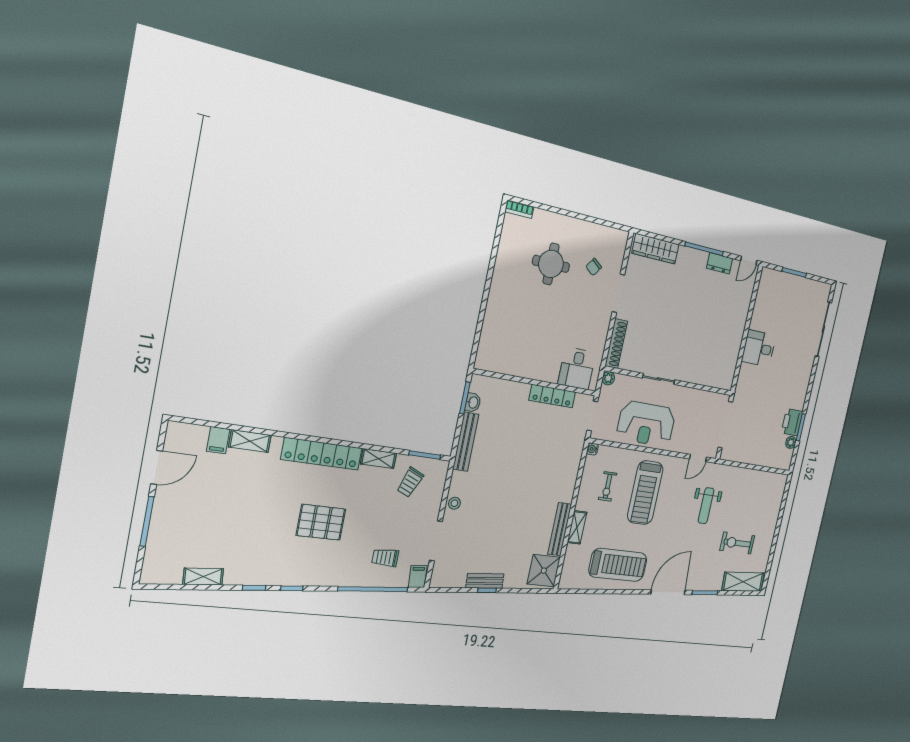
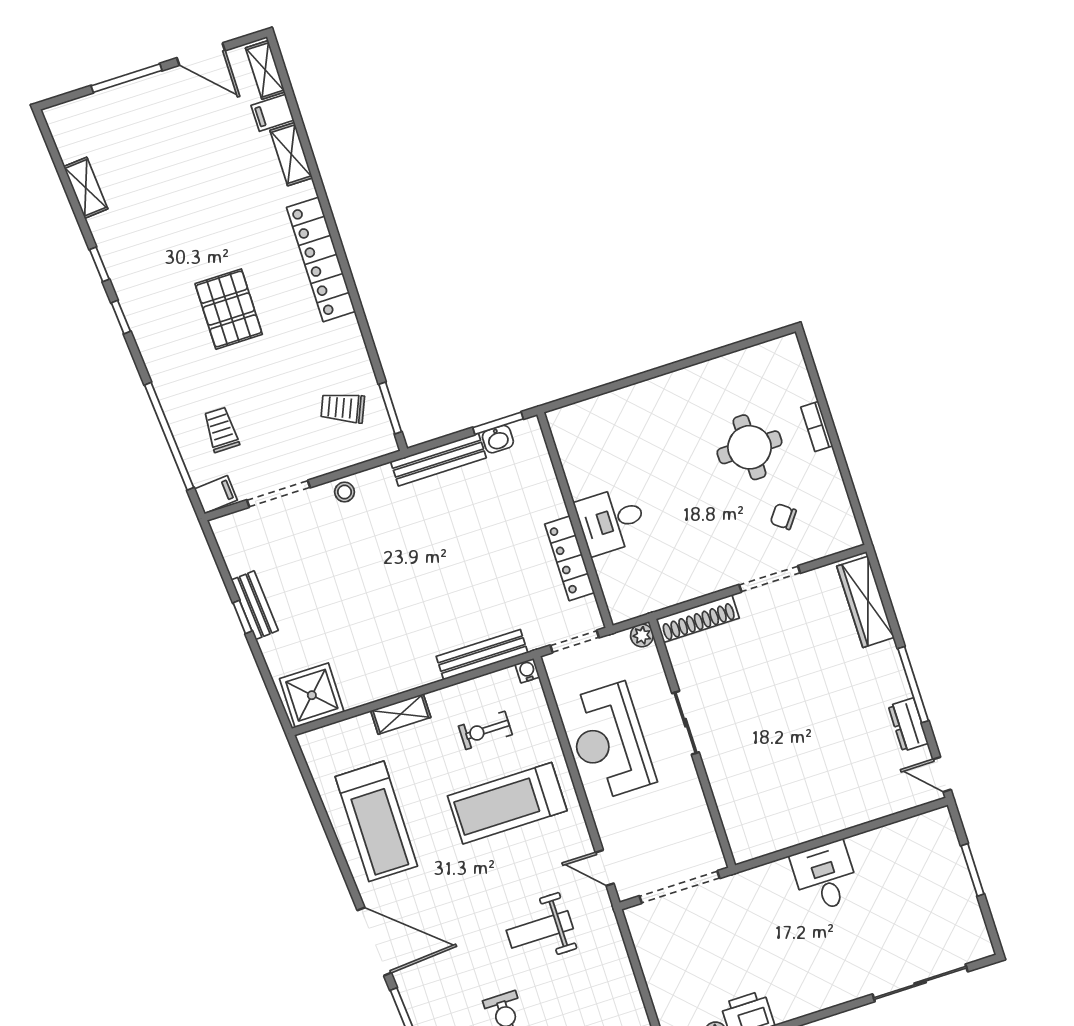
bookcase: (519, 209) -> (817, 426), moved
desk: (577, 368) -> (611, 521), moved
shelving: (379, 459) -> (265, 70), moved
bench: (560, 529) -> (482, 655), moved

